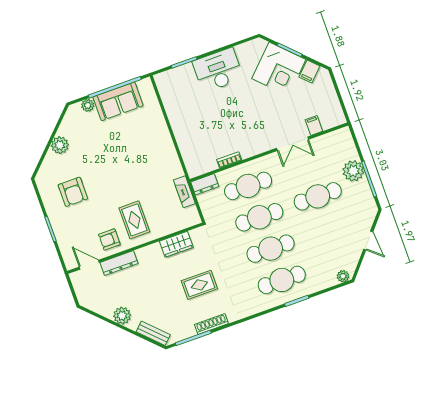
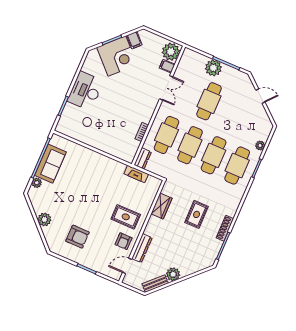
plant: (331, 116) -> (171, 52), added
plant: (343, 276) -> (260, 146), moved
bench: (153, 333) -> (155, 283), moved

